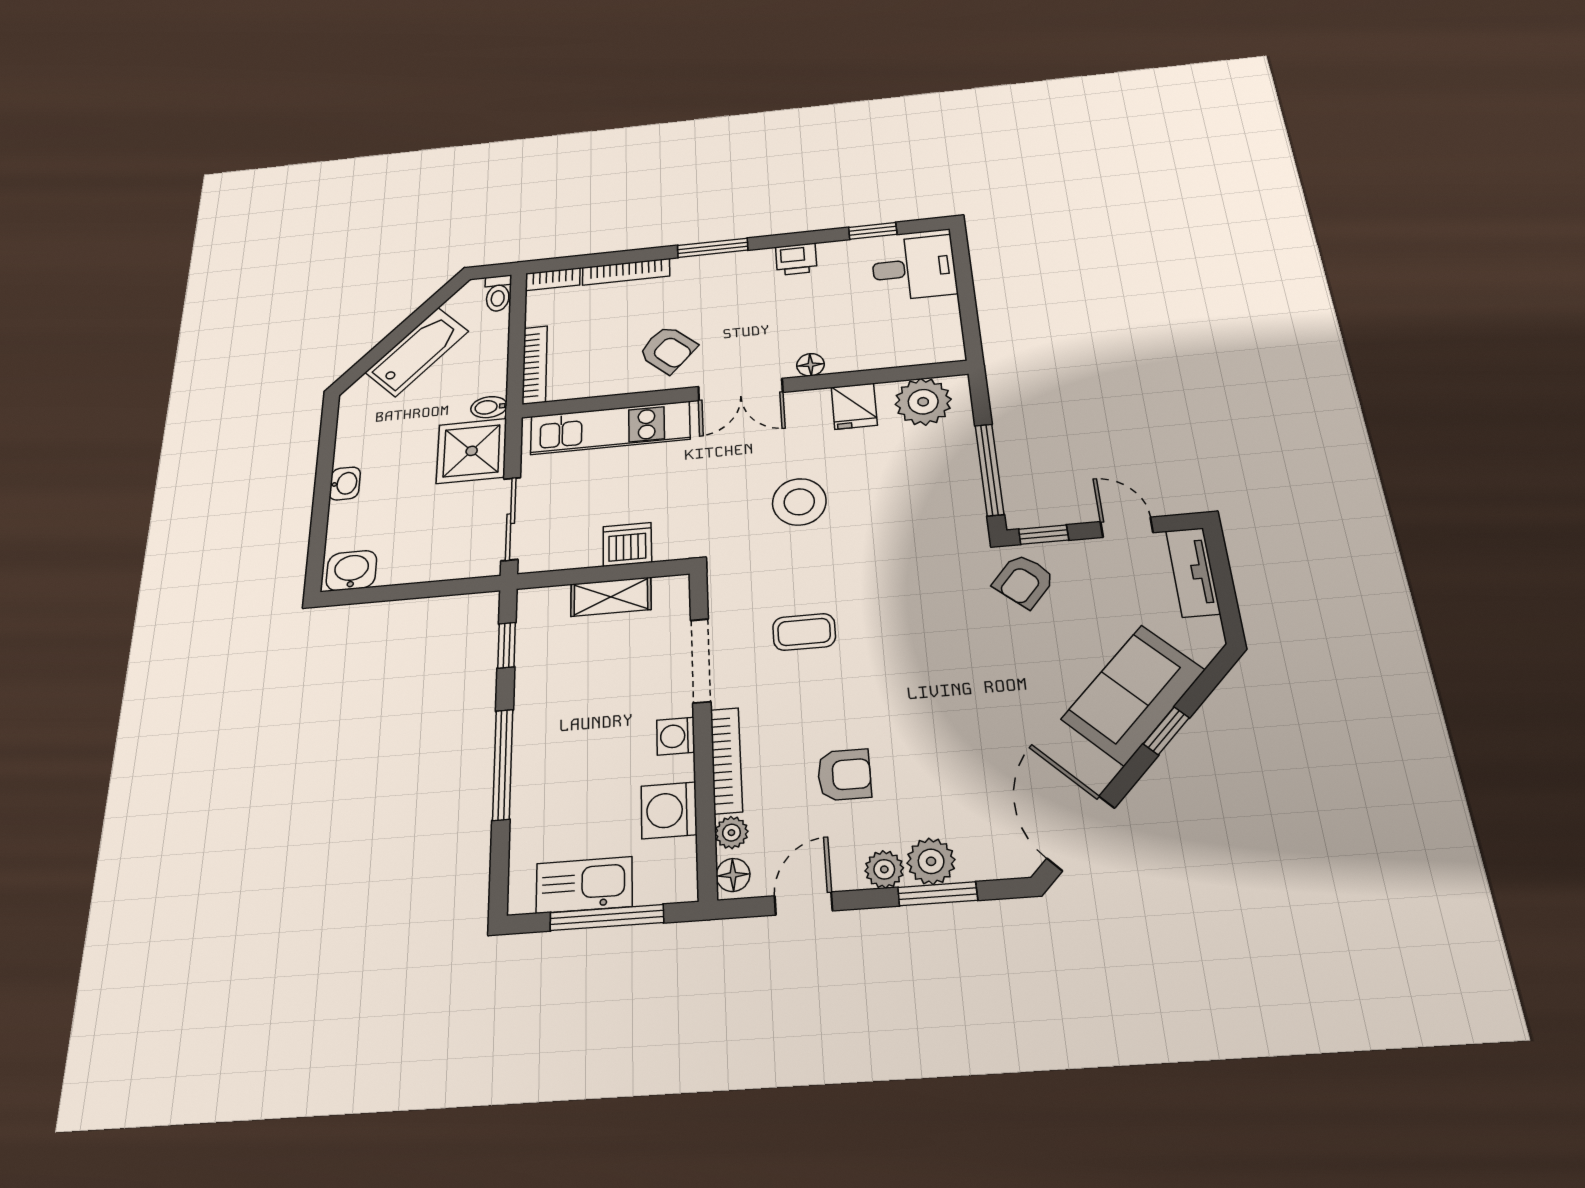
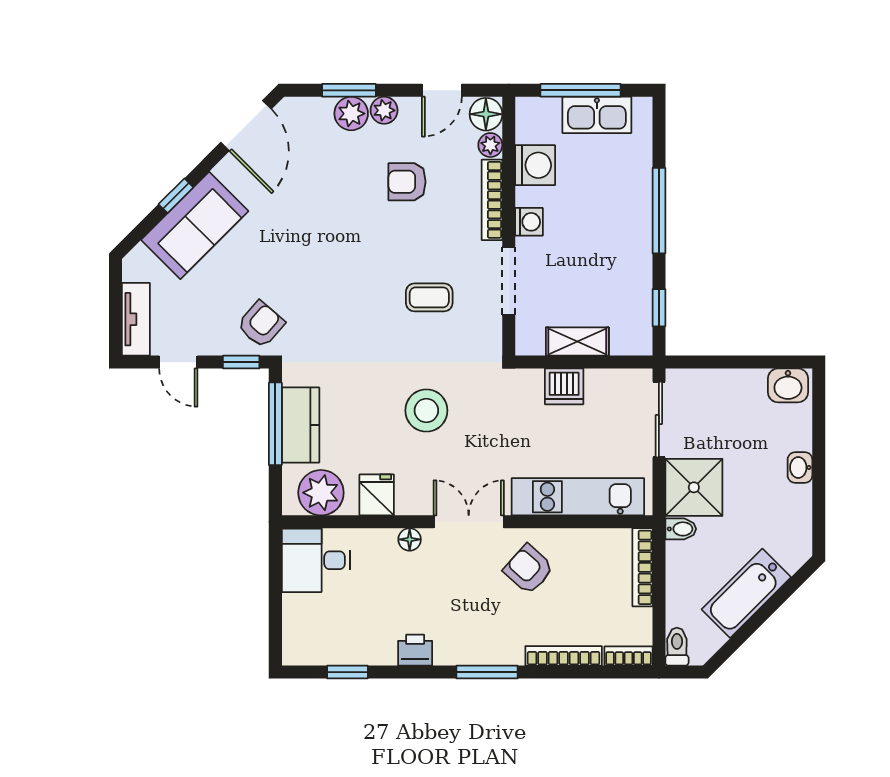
desk: (914, 268) -> (316, 560), moved
kitchen counter: (957, 471) -> (301, 425), added
floor lamp: (733, 875) -> (486, 114), width x1.37, depth x1.37

